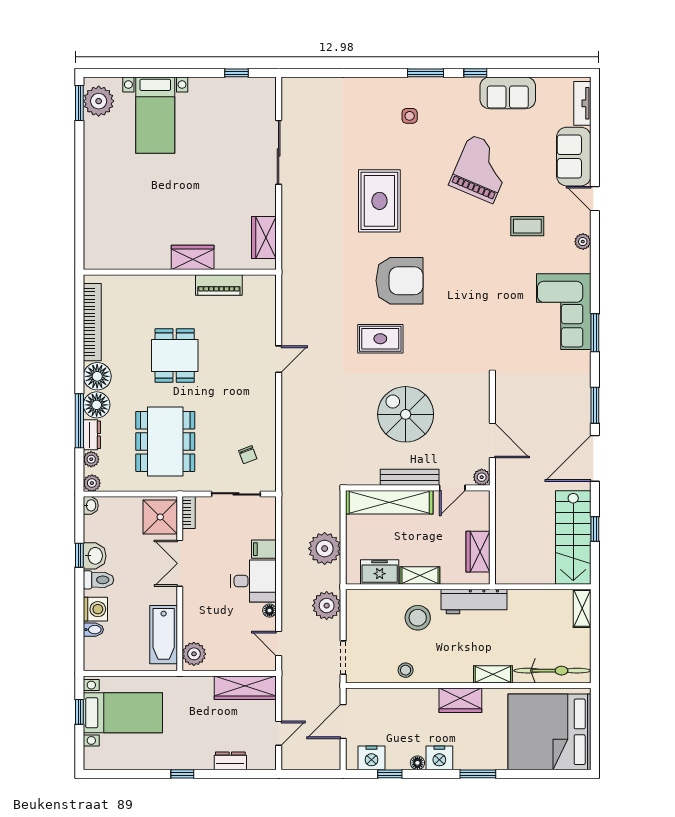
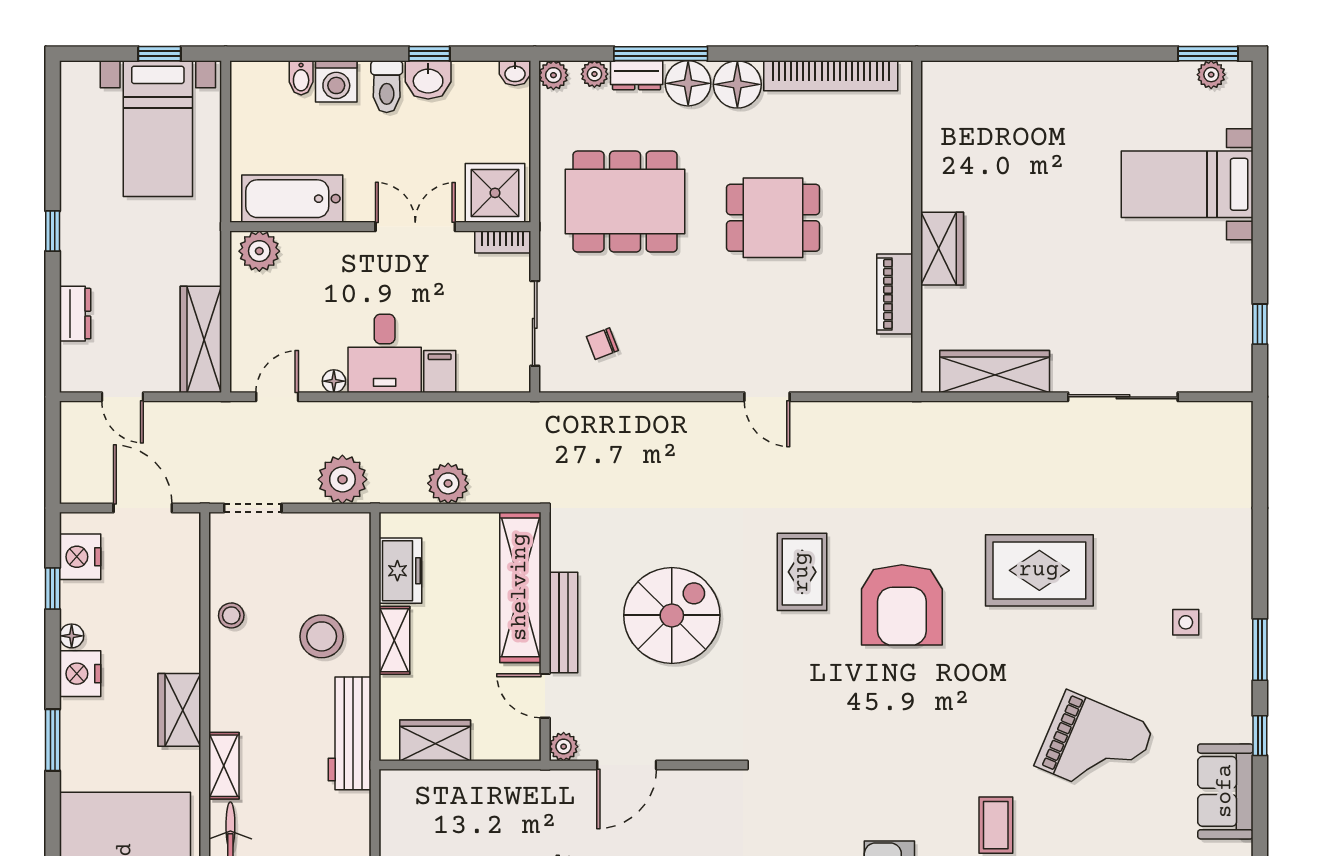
plant: (99, 101) -> (1211, 75), width x0.53, depth x0.53
wardrobe: (264, 237) -> (995, 372), width x1.50
plant: (325, 549) -> (448, 483), width x0.73, depth x0.73

